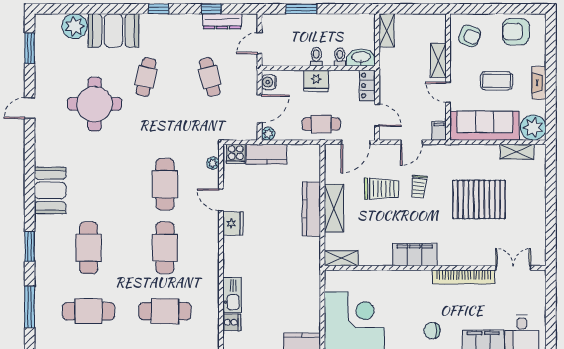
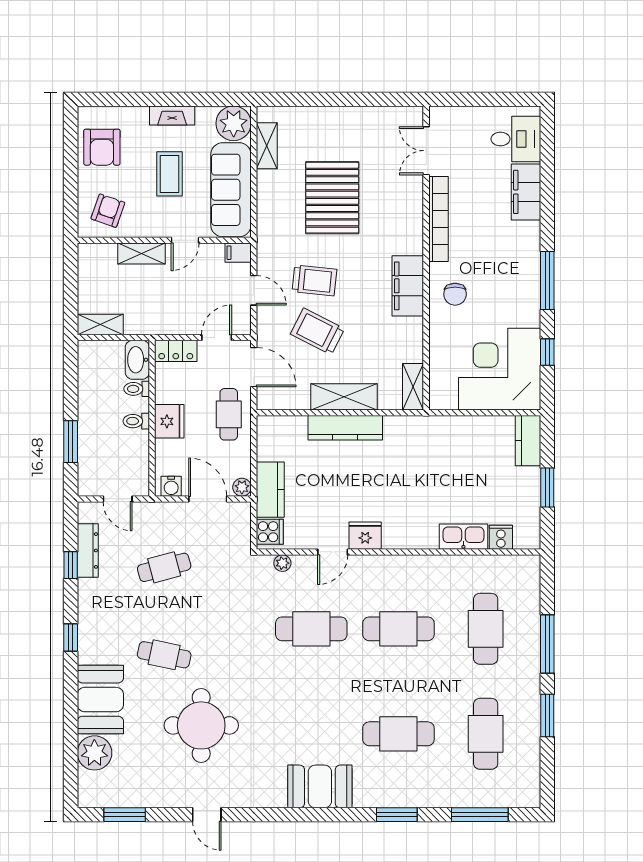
trolley: (419, 186) -> (314, 280), width x1.36, depth x1.39
trolley: (382, 189) -> (317, 331), turned -63
chair: (432, 331) -> (455, 294), moved

